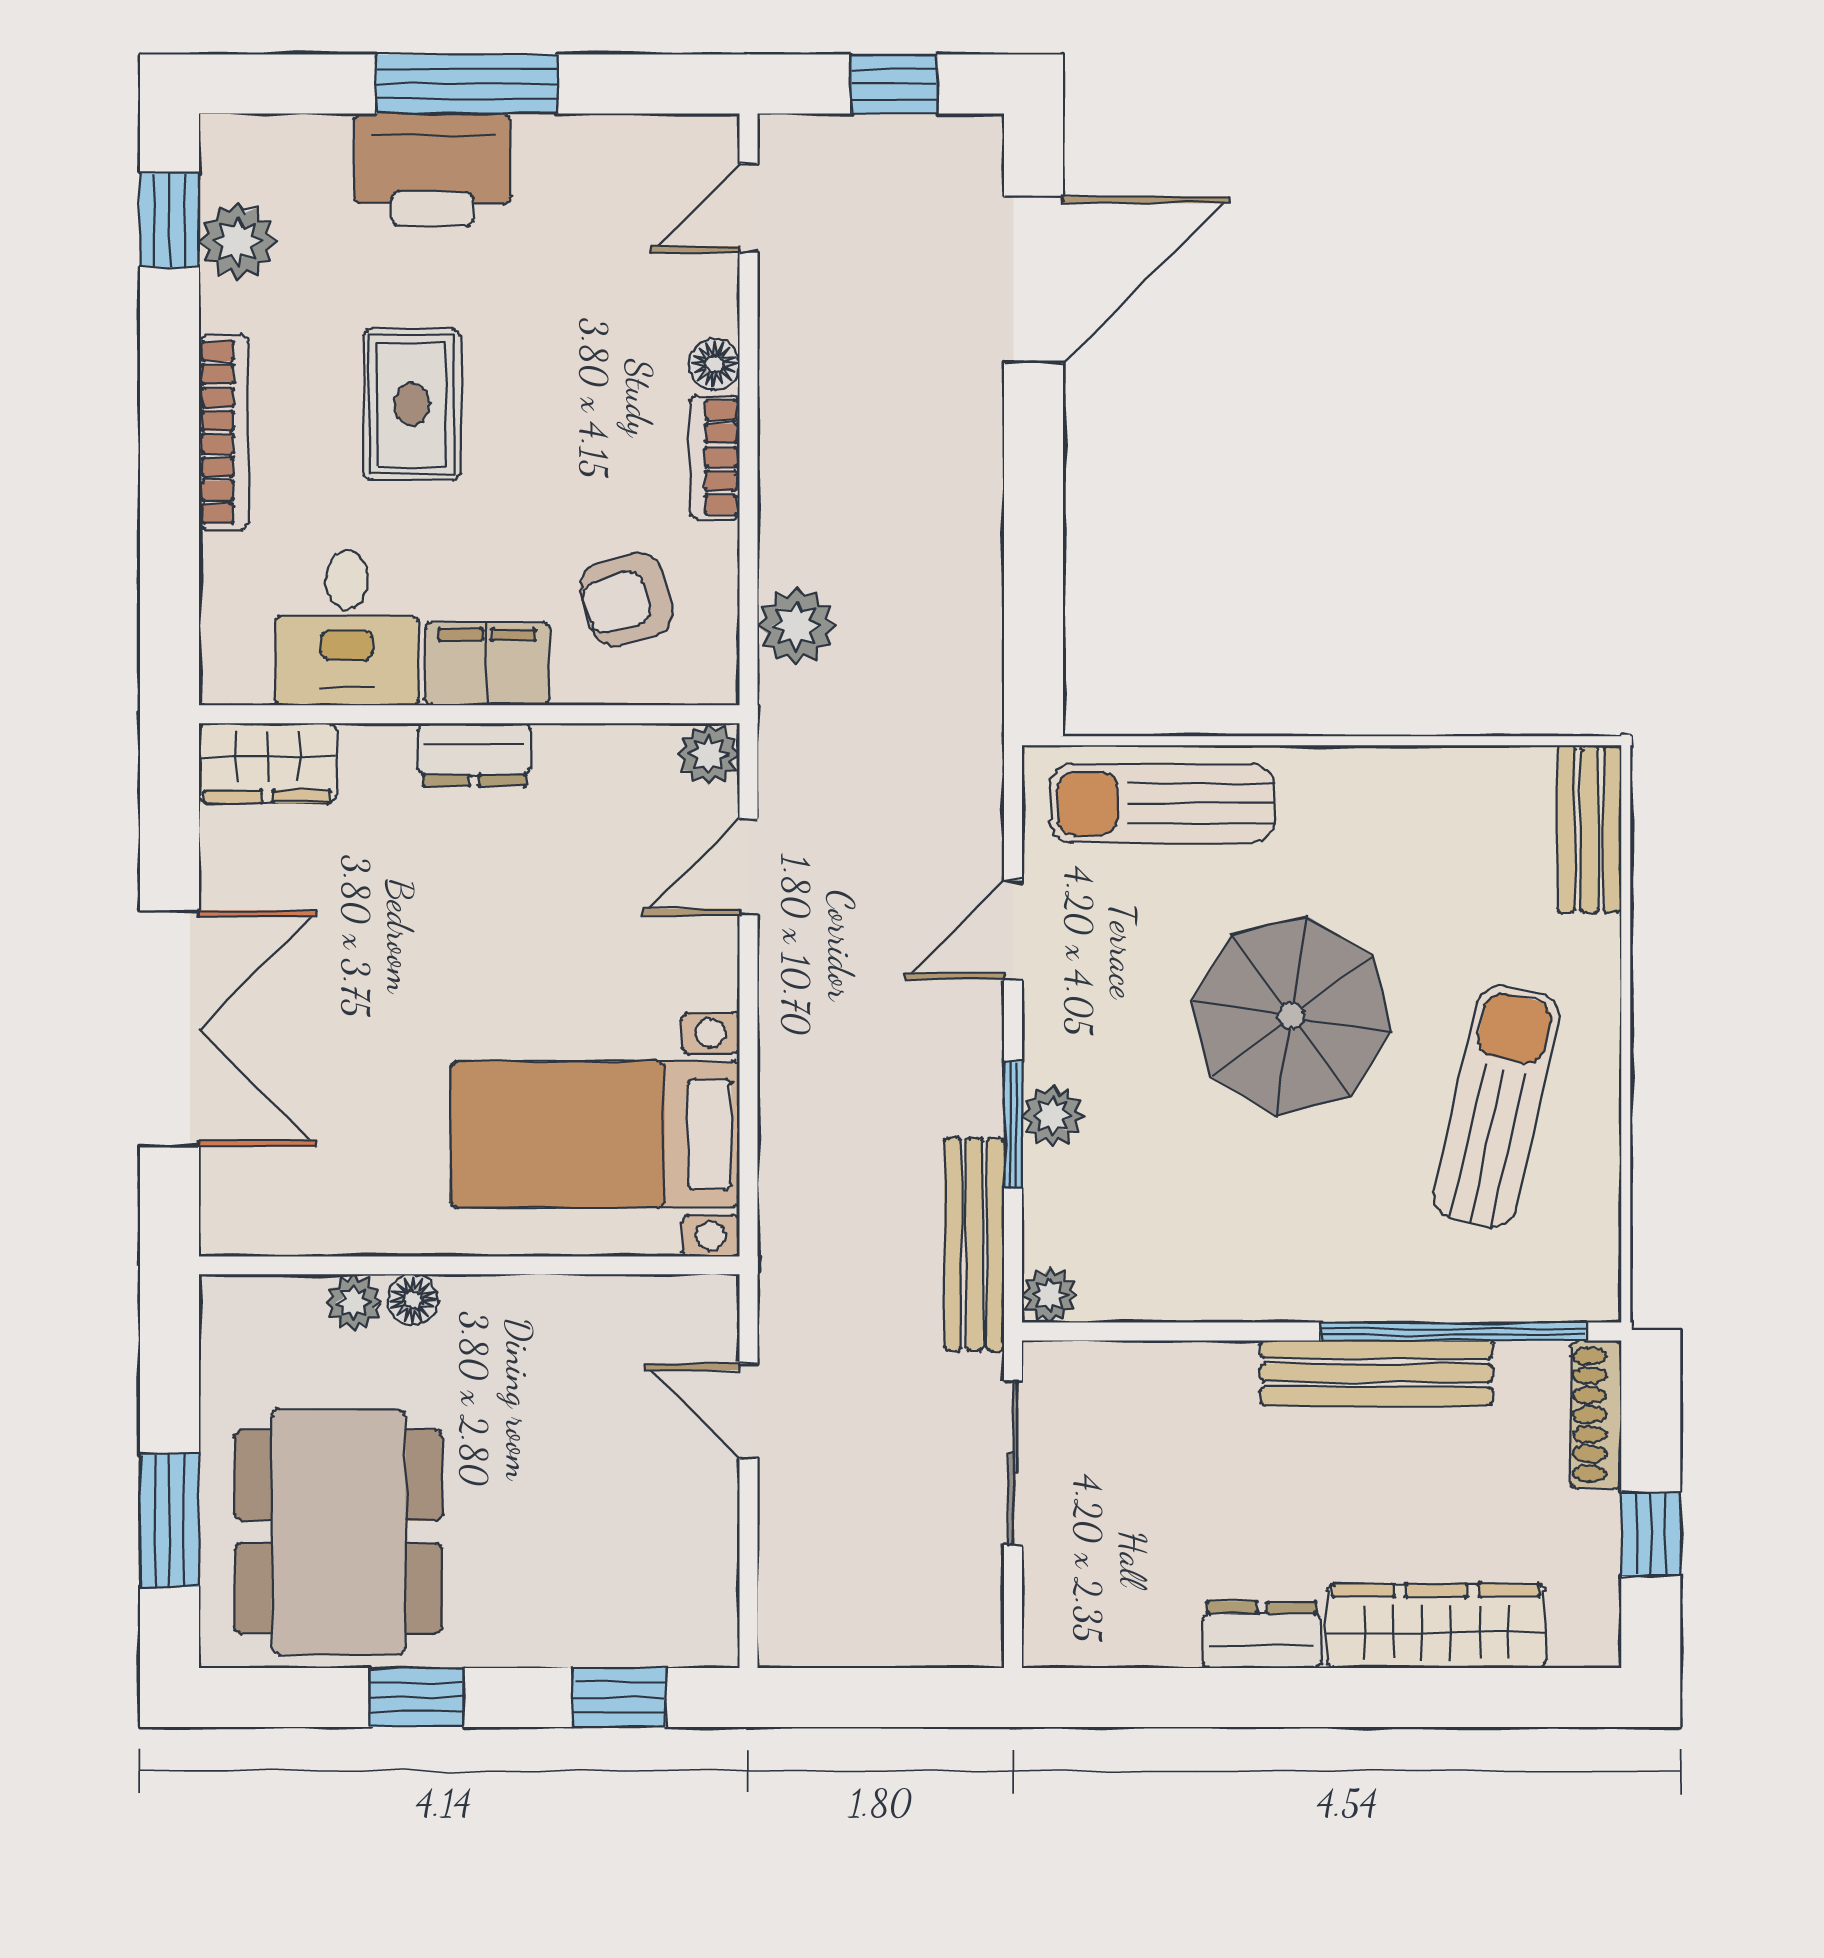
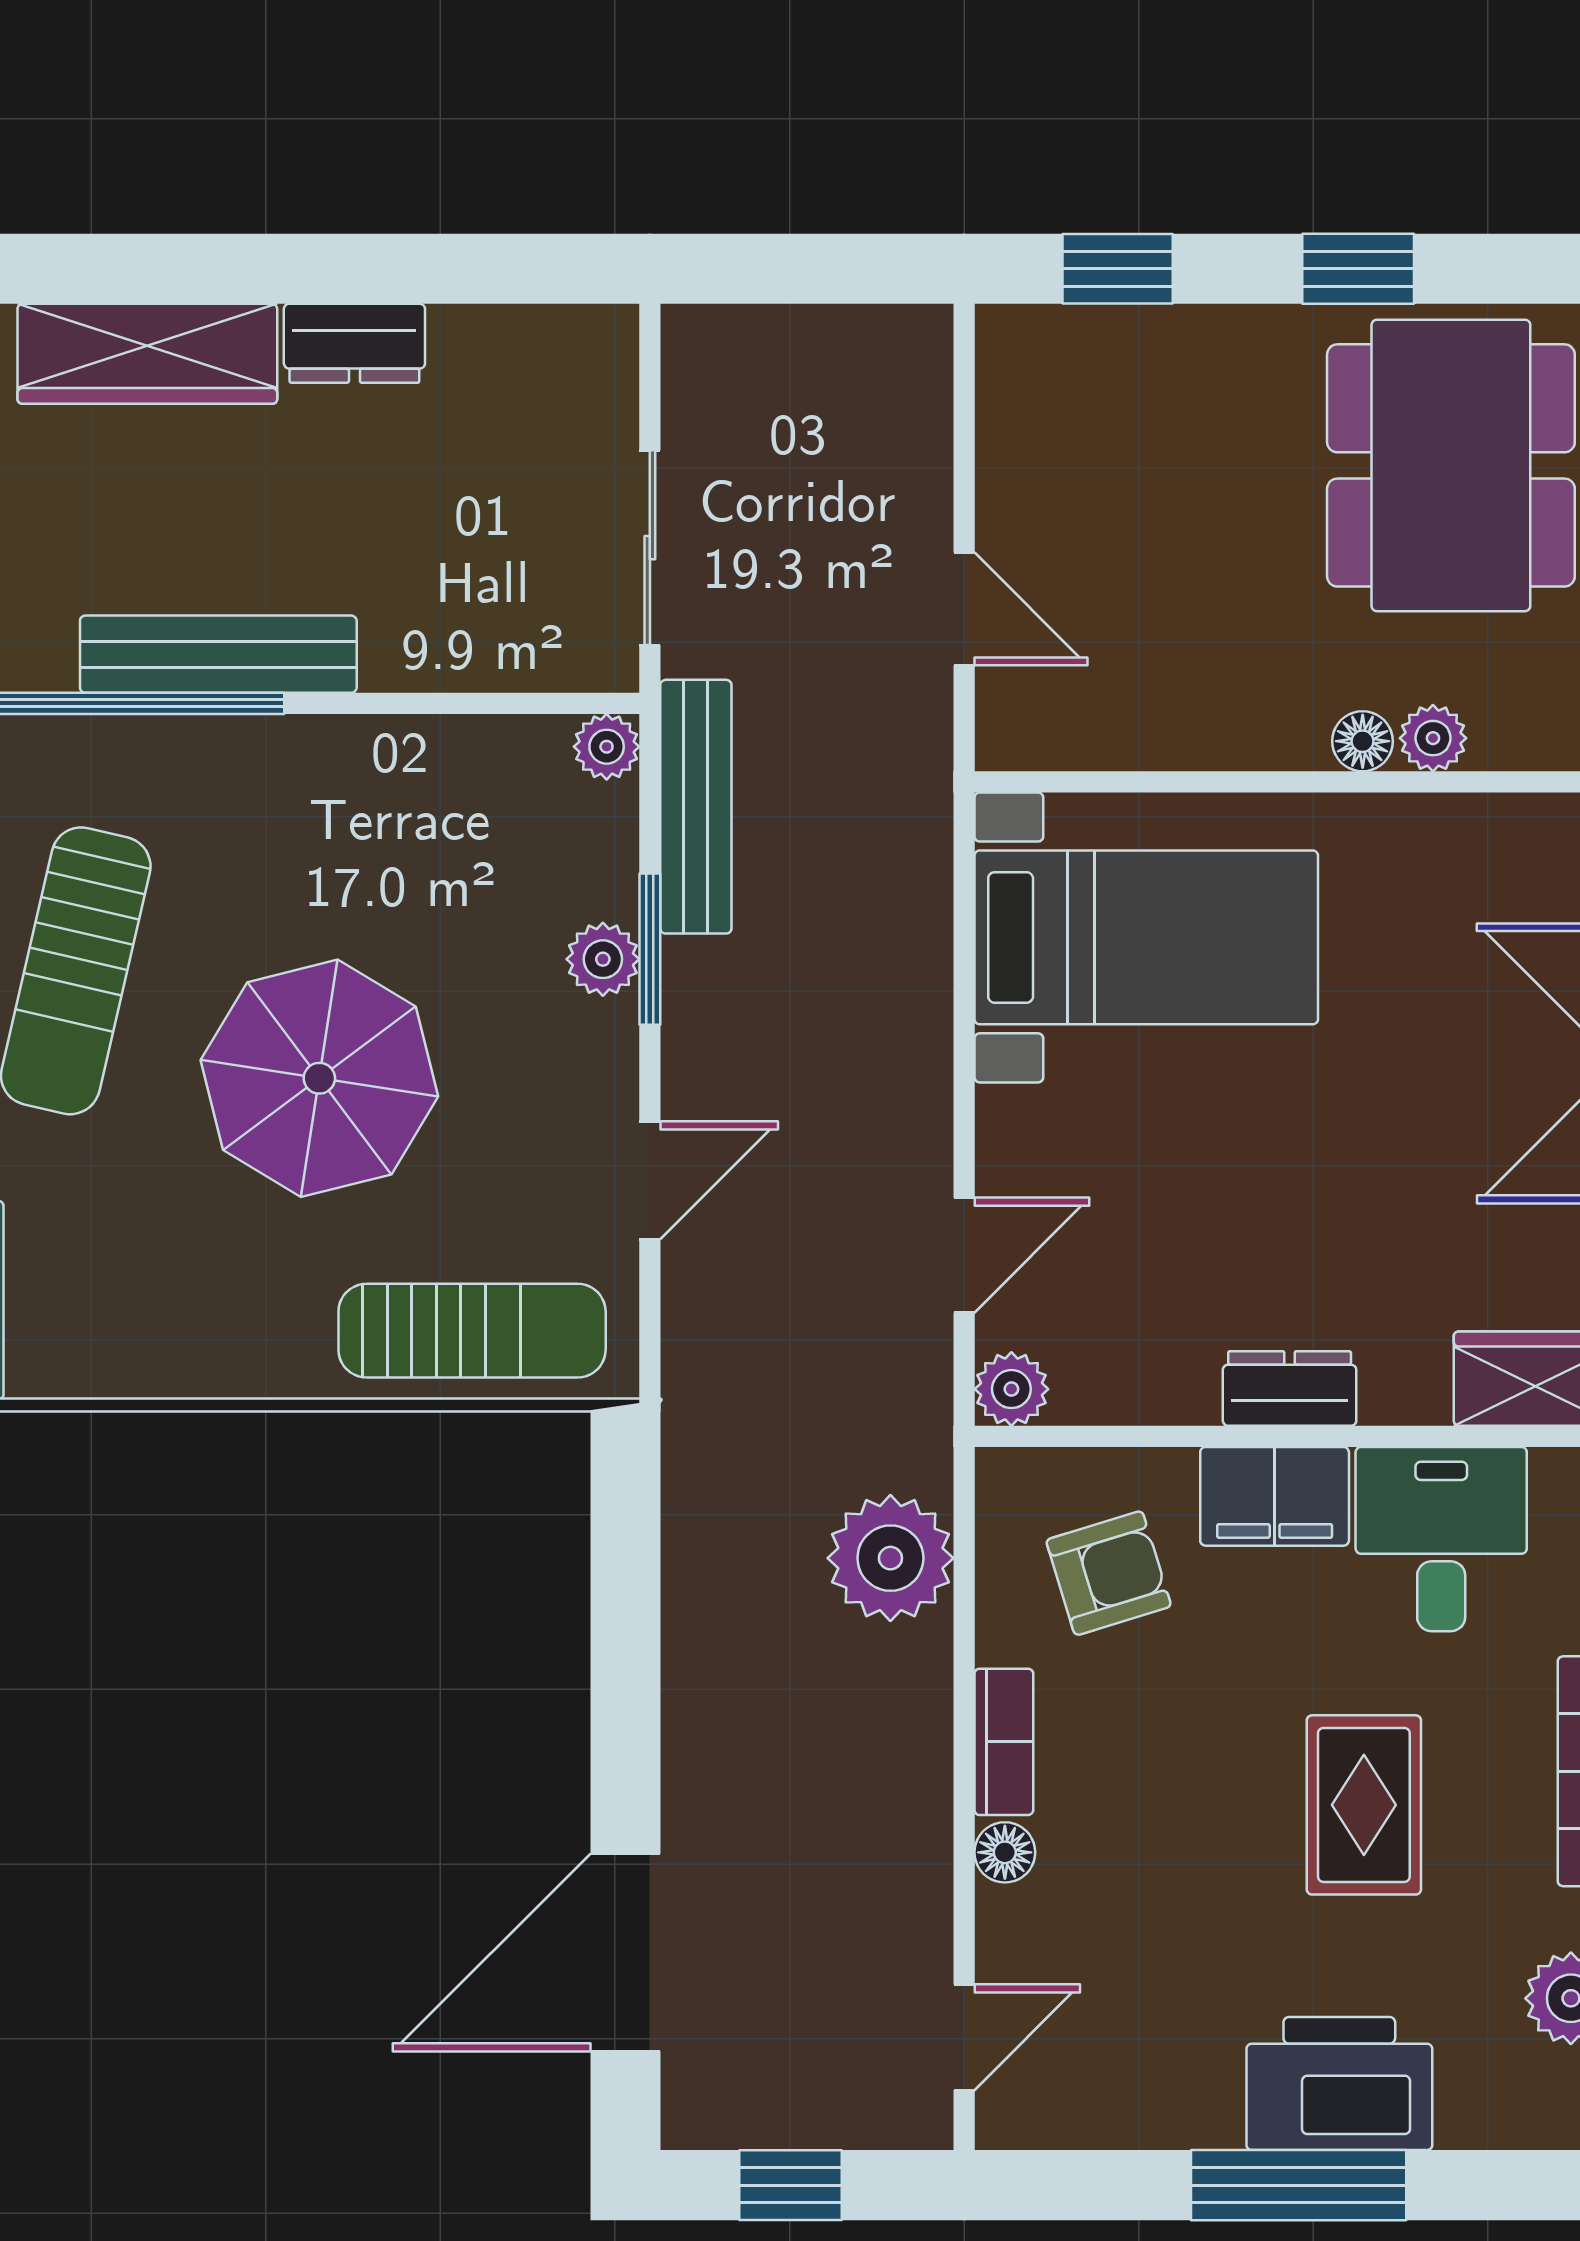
plant: (796, 626) -> (890, 1558), width x1.36, depth x1.36

